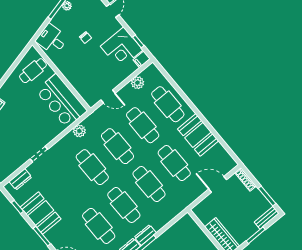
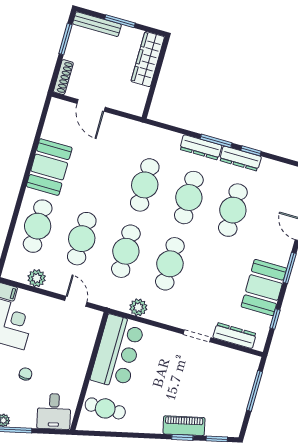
cafe table: (174, 163) -> (101, 172), removed
dresser: (20, 179) -> (235, 336), width x1.44
bench: (267, 218) -> (97, 24), width x1.36
dresser: (145, 235) -> (201, 147), width x1.44

